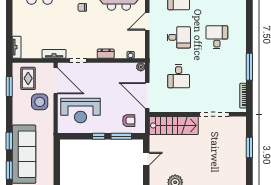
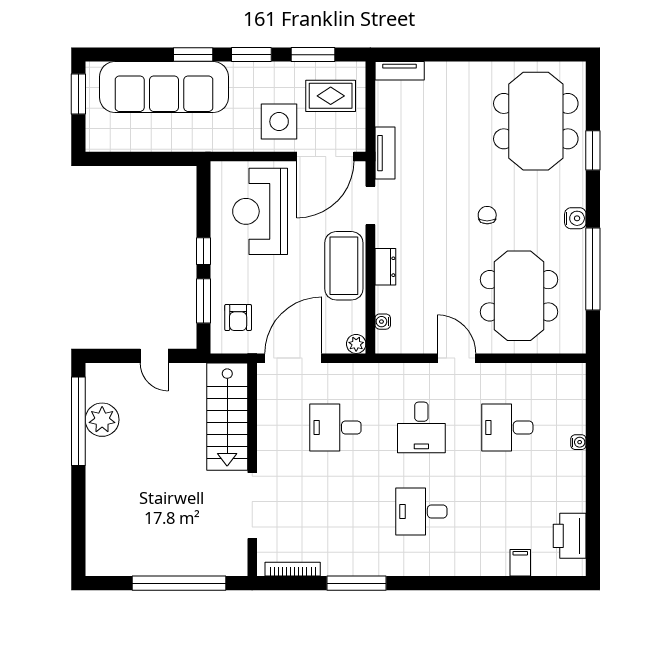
desk: (217, 37) -> (421, 511), turned 180
coffee table: (105, 72) -> (344, 266), added
window: (249, 147) -> (179, 583), width x2.11
window: (9, 170) -> (251, 55), moved

